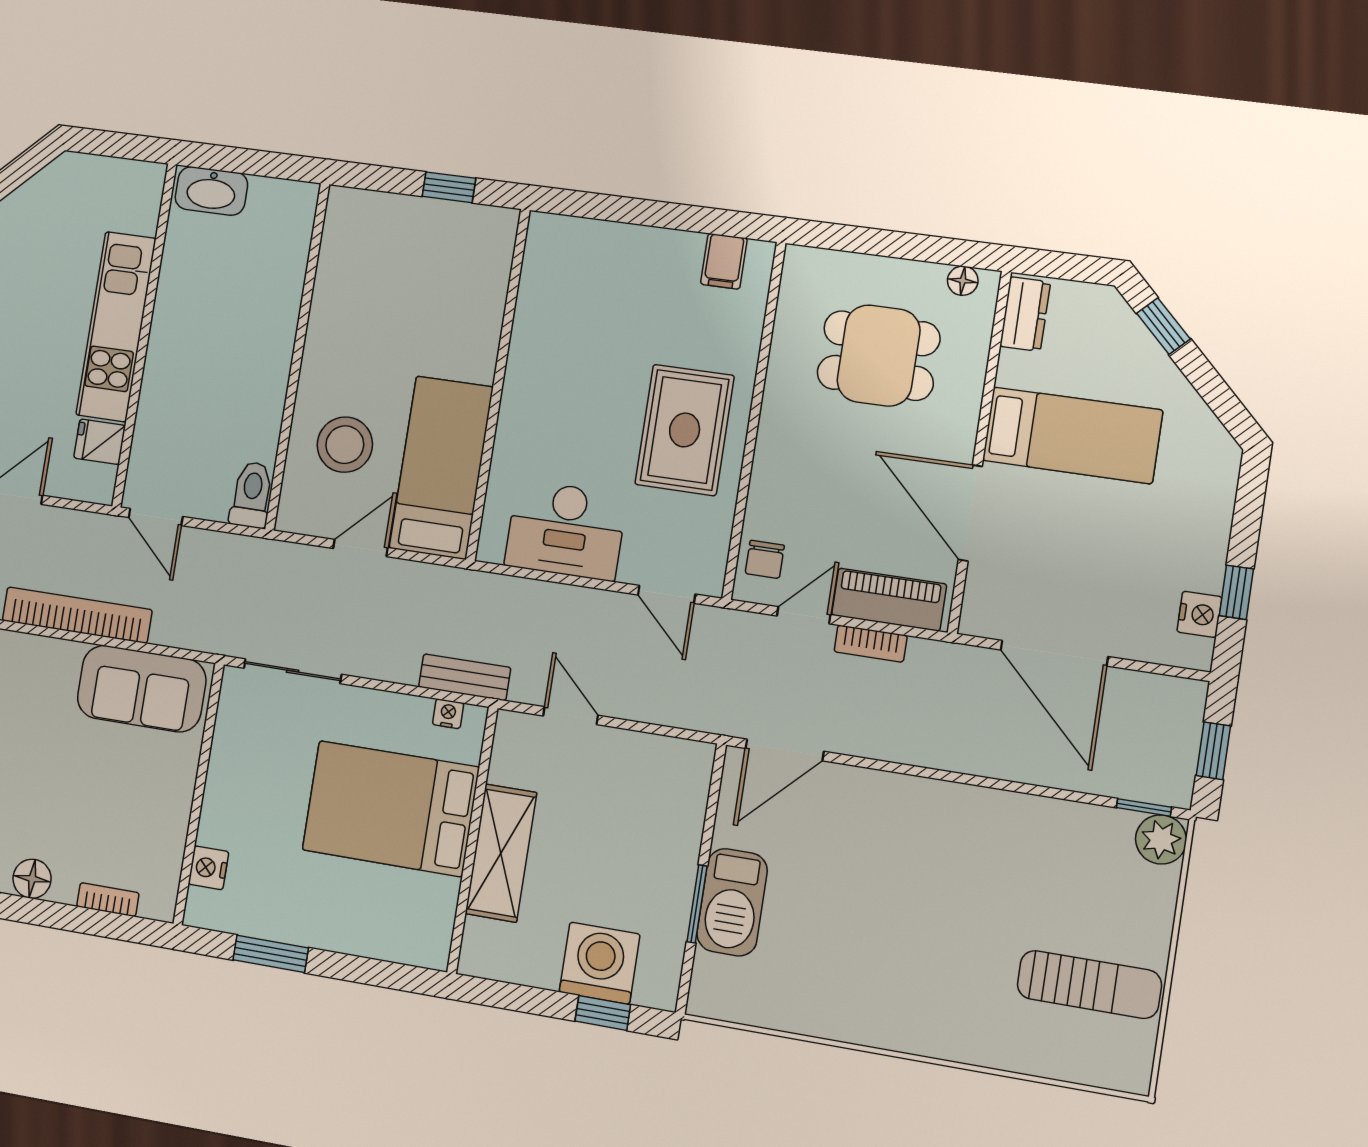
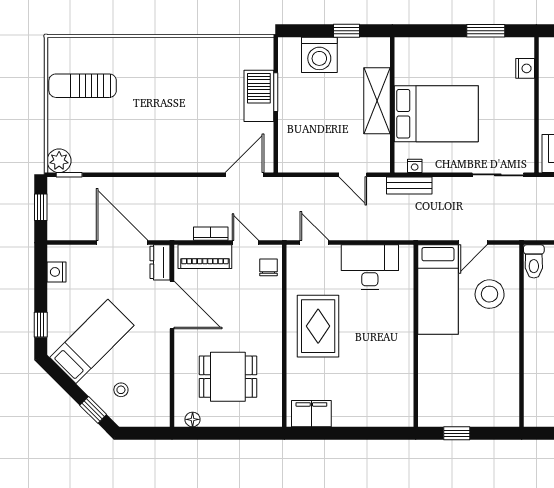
filing cabinet: (724, 261) -> (311, 414), width x2.00
dresser: (1025, 314) -> (160, 262), moved
stool: (1100, 359) -> (121, 390), added
bed: (1072, 435) -> (92, 341), moved, turned 135
window: (1236, 592) -> (41, 325), moved
door: (804, 615) -> (245, 243), swing flipped
window: (603, 1013) -> (346, 31), moved

